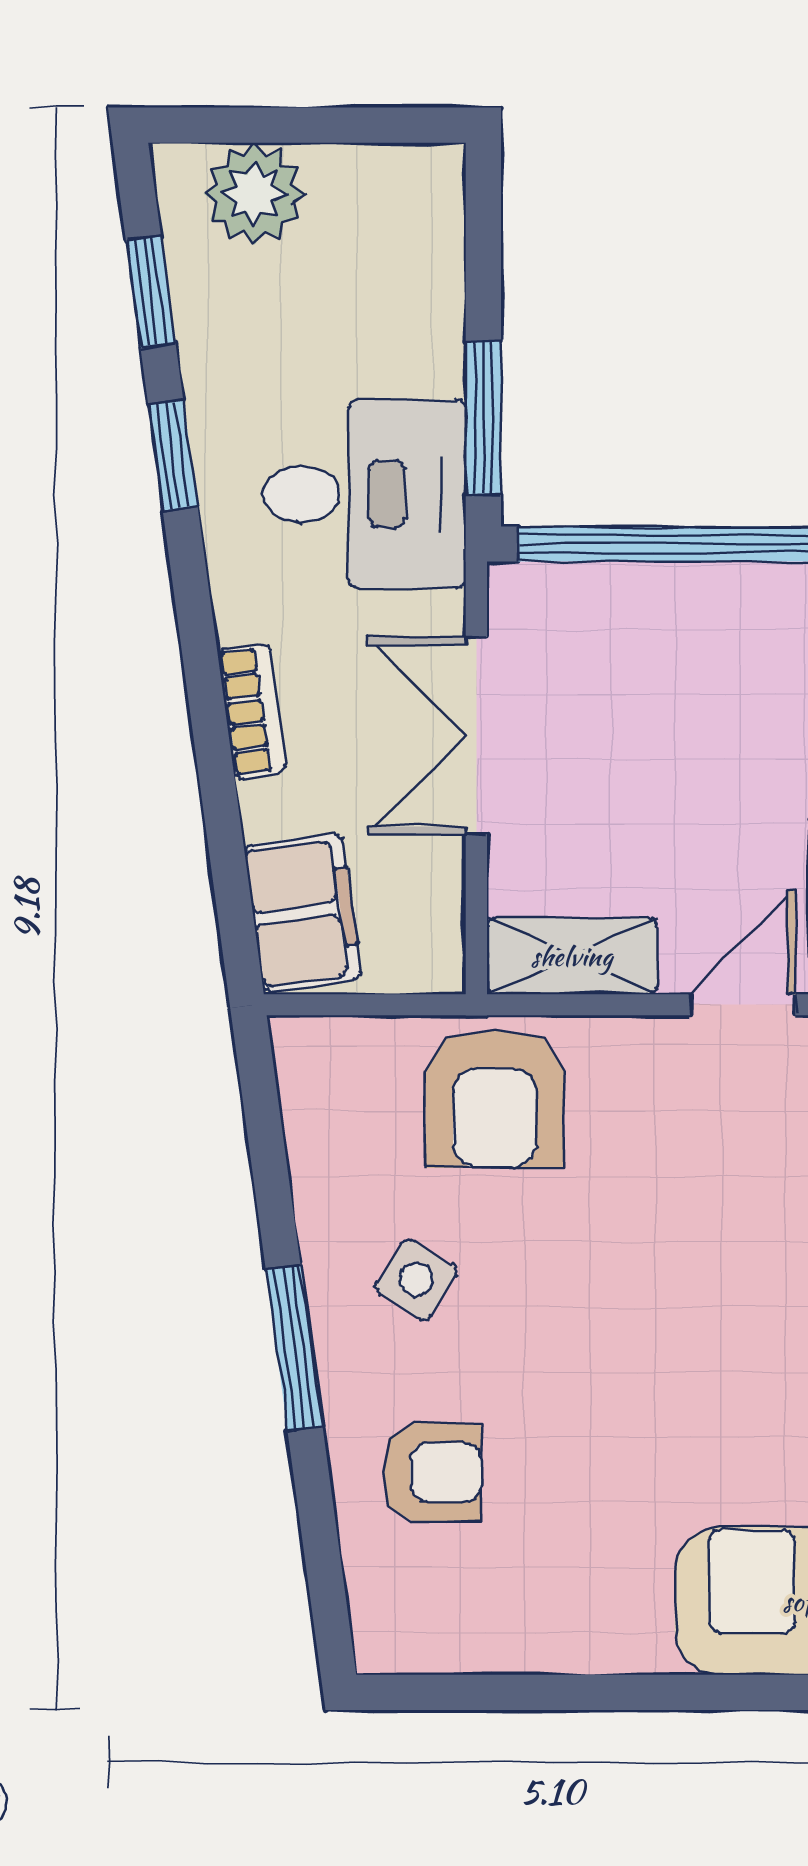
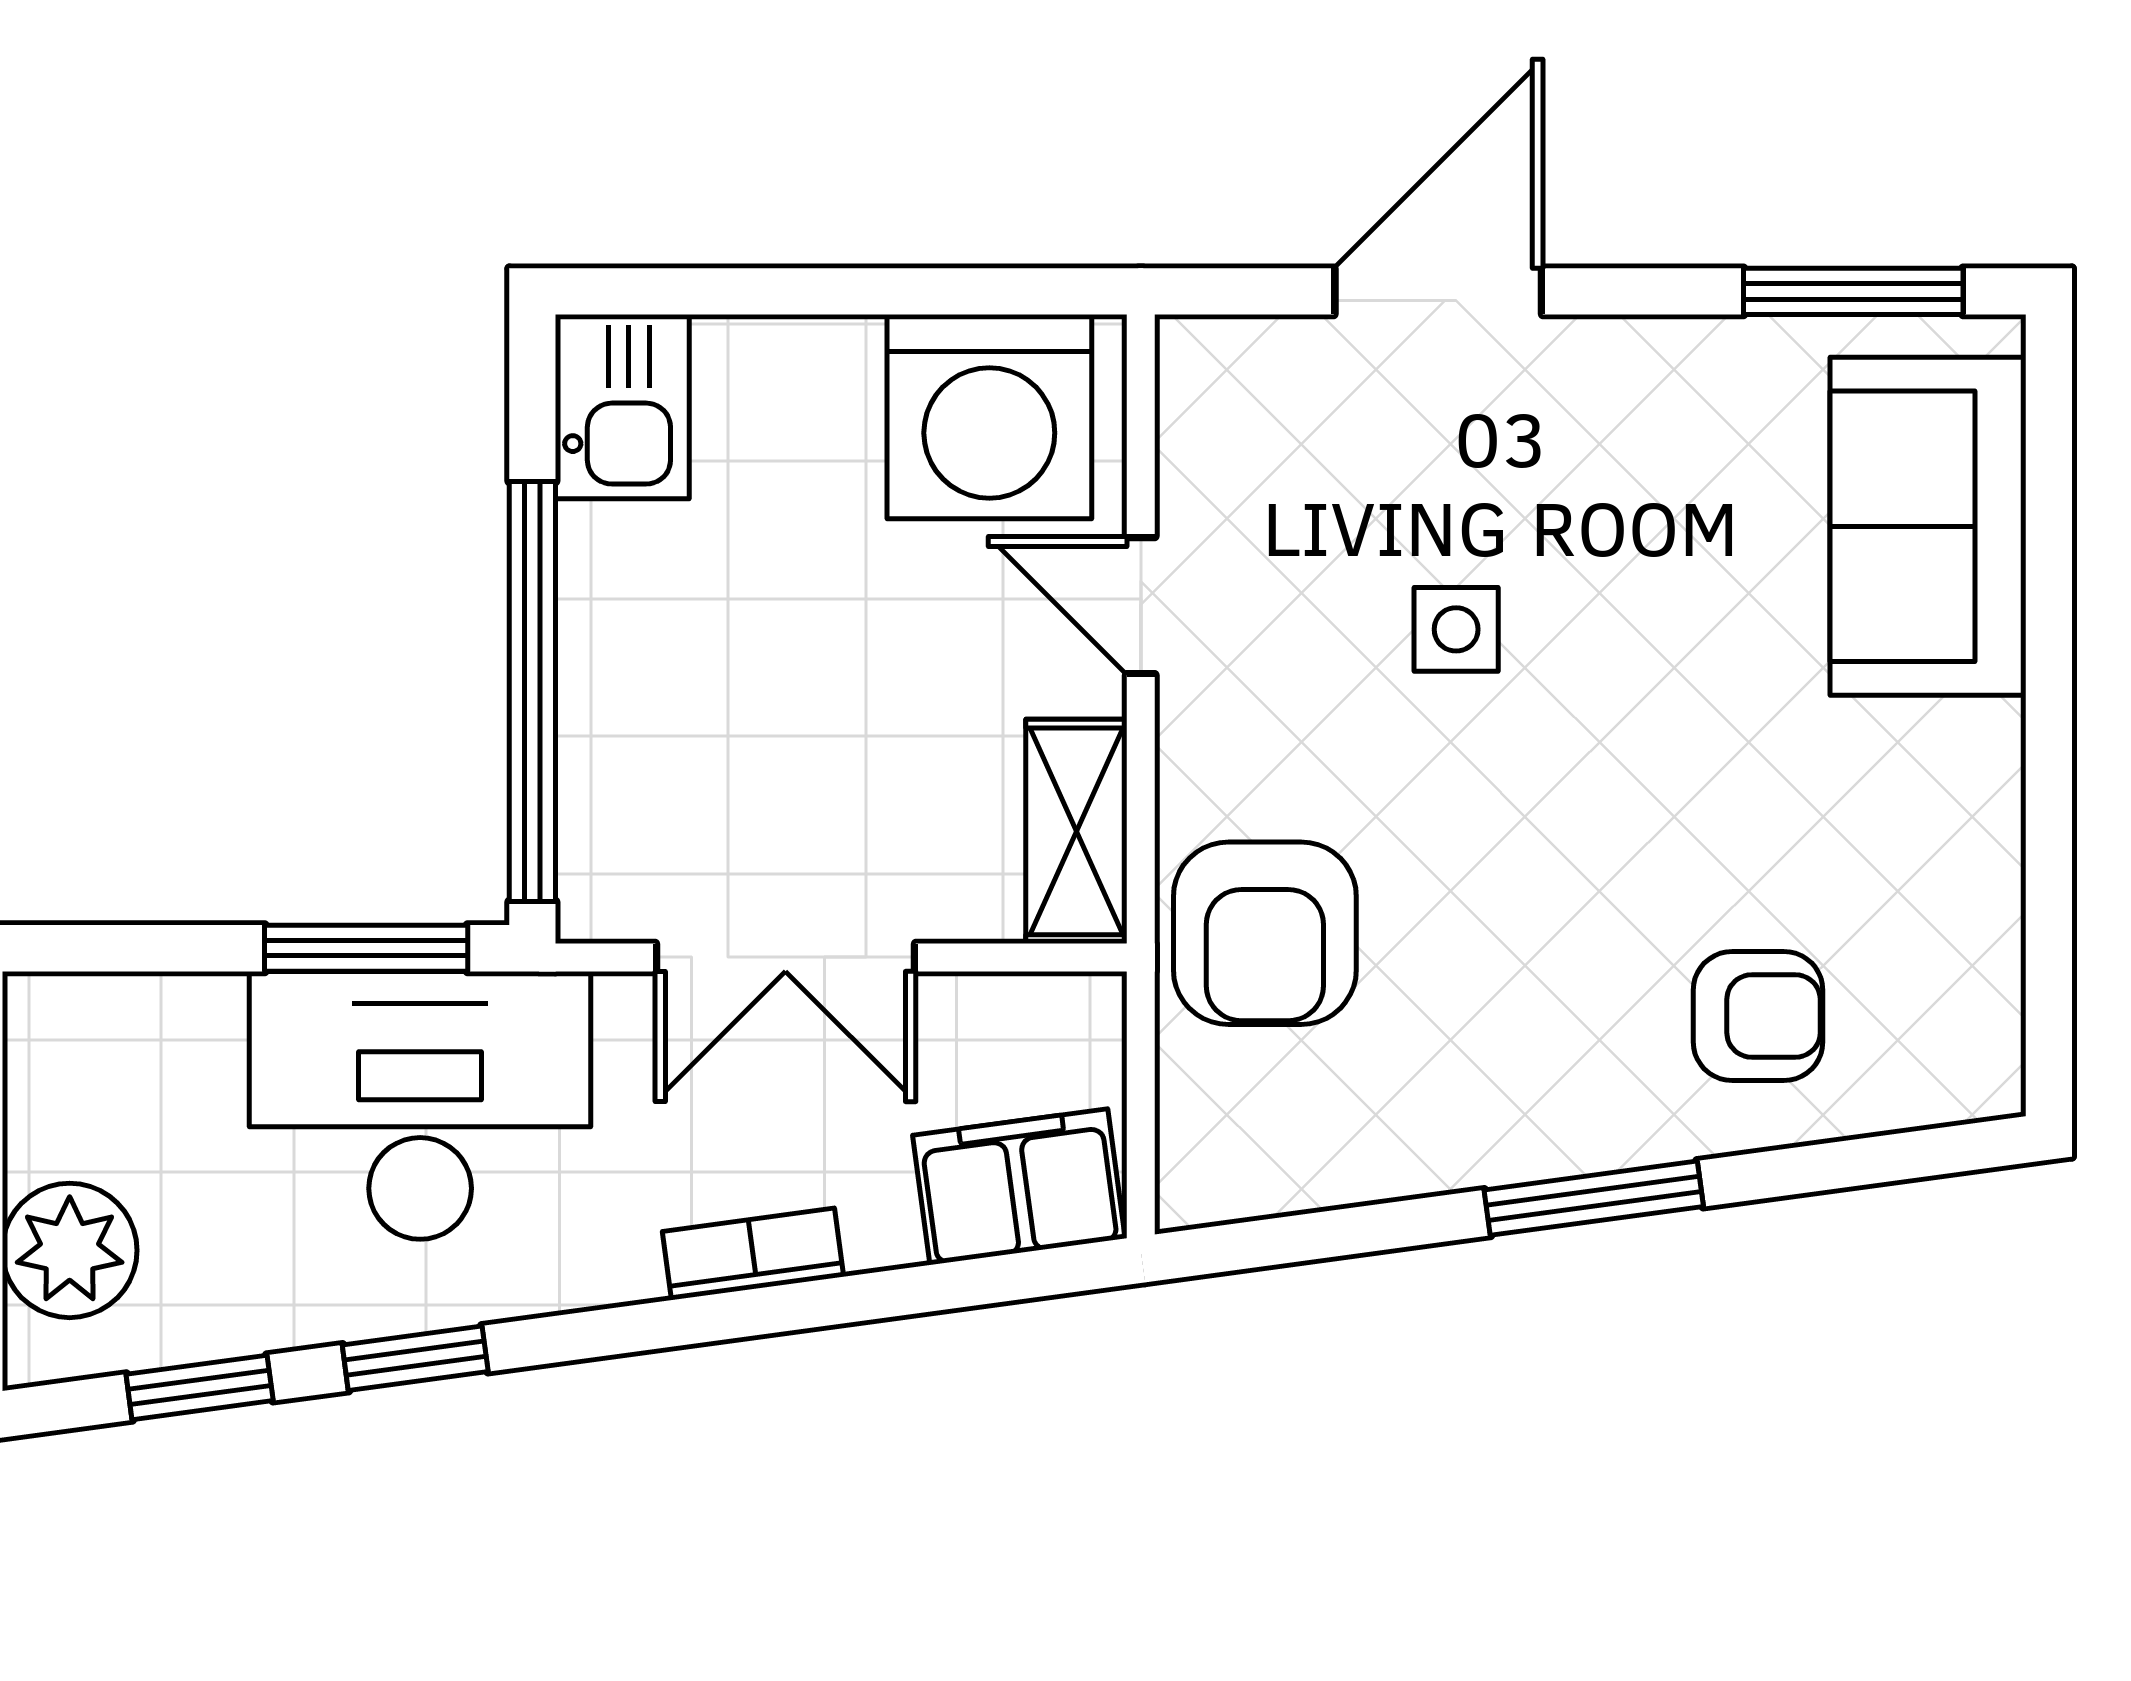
desk: (364, 494) -> (420, 1105), width x1.37
armchair: (495, 1099) -> (1265, 933), turned 90
side table: (416, 1280) -> (1456, 629), moved, turned -32
armchair: (432, 1472) -> (1758, 1016), turned 90

